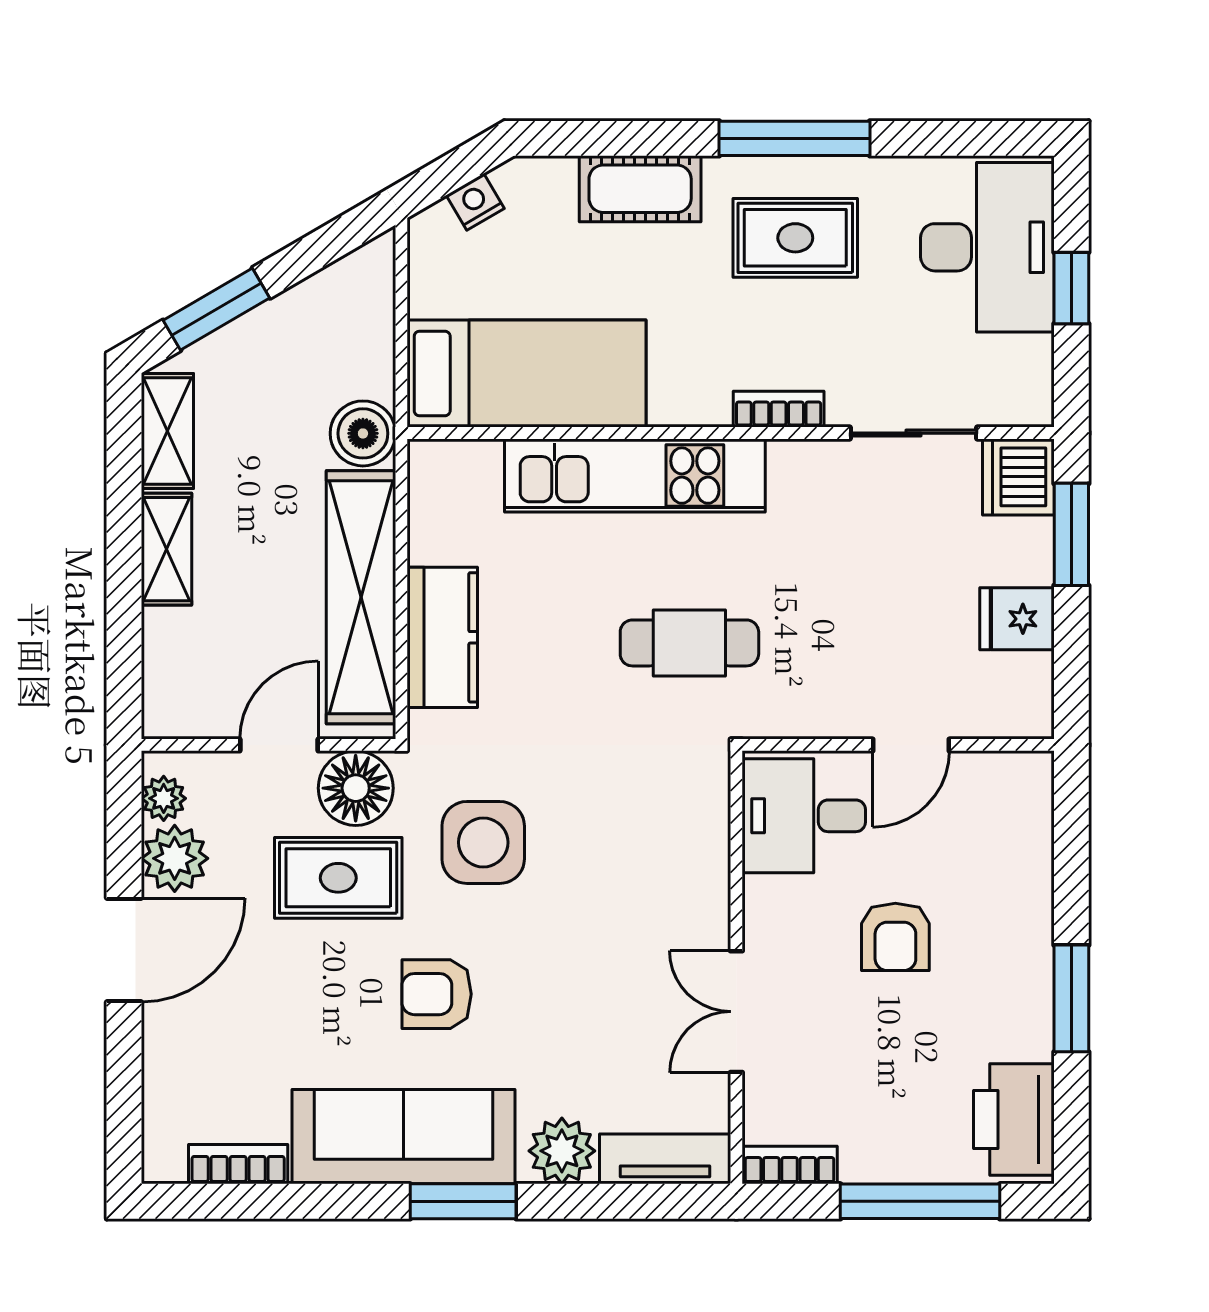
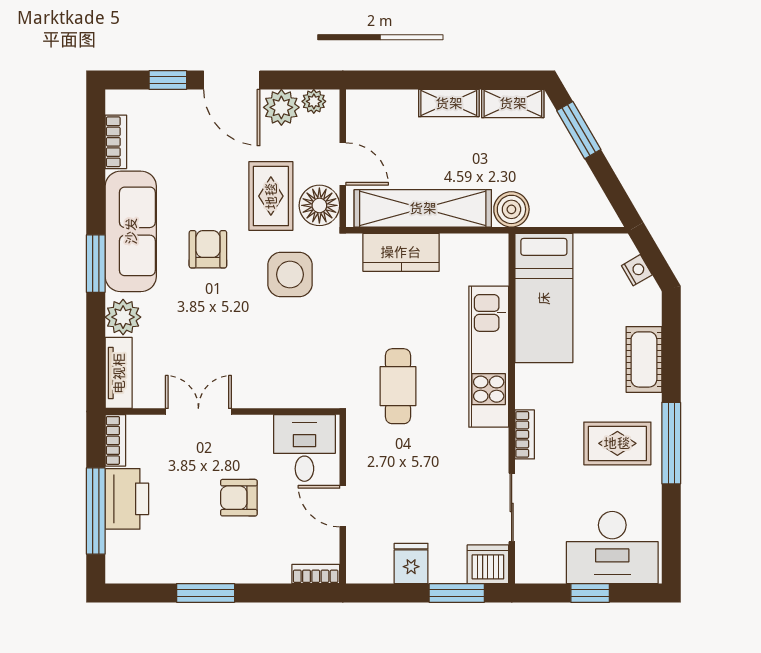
rug: (795, 238) -> (617, 443), turned 90
bookcase: (1036, 795) -> (316, 574), added
window: (124, 1068) -> (168, 80), added
printer: (1014, 1119) -> (127, 499), moved, turned 90

